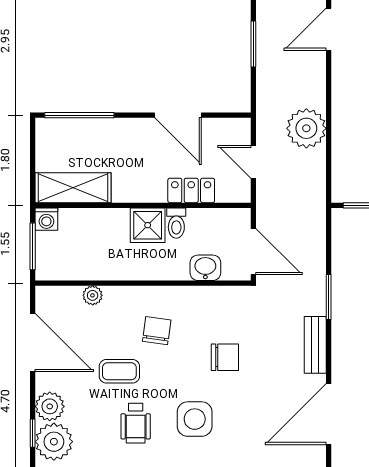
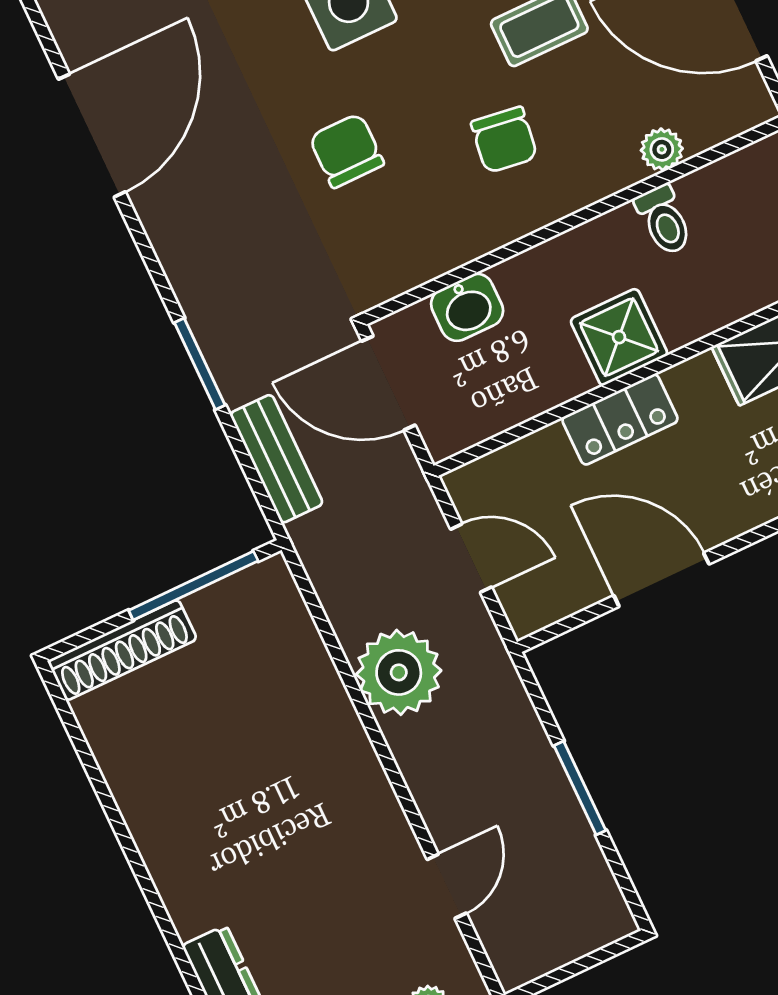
door: (329, 29) -> (447, 886), width x0.73
locker: (191, 190) -> (620, 419), moved
toilet: (176, 223) -> (664, 220), moved, turned 180
bench: (315, 345) -> (276, 459), moved
chair: (225, 357) -> (347, 151), turned 90

